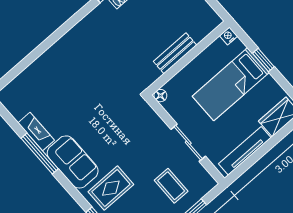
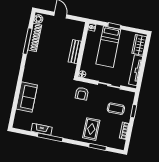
armchair: (137, 124) -> (82, 94), added
sofa: (73, 162) -> (27, 97), moved, turned 90

